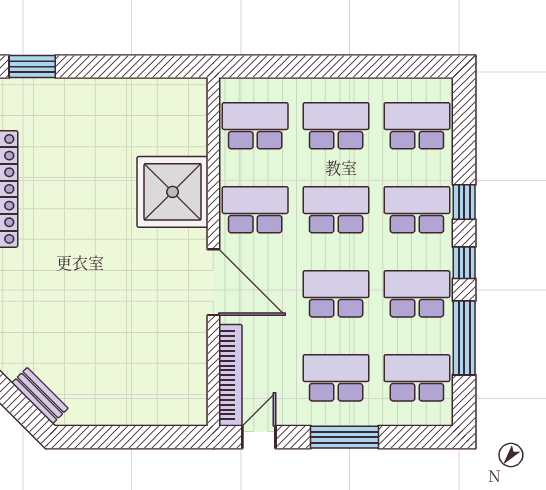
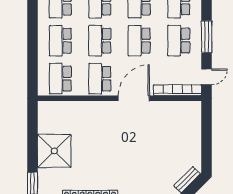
shower: (173, 192) -> (54, 151), moved
door: (259, 437) -> (207, 77), swing flipped

